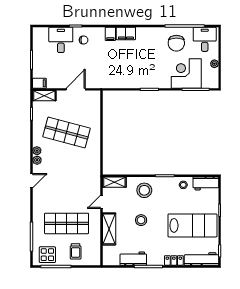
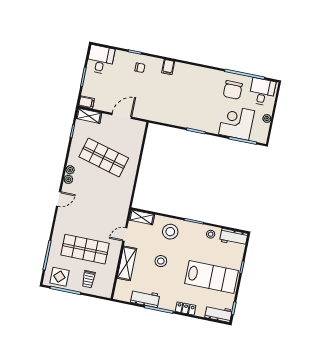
filing cabinet: (126, 33) -> (184, 70), removed
desk: (61, 40) -> (101, 60), moved
workbench: (201, 259) -> (218, 314), width x0.73

